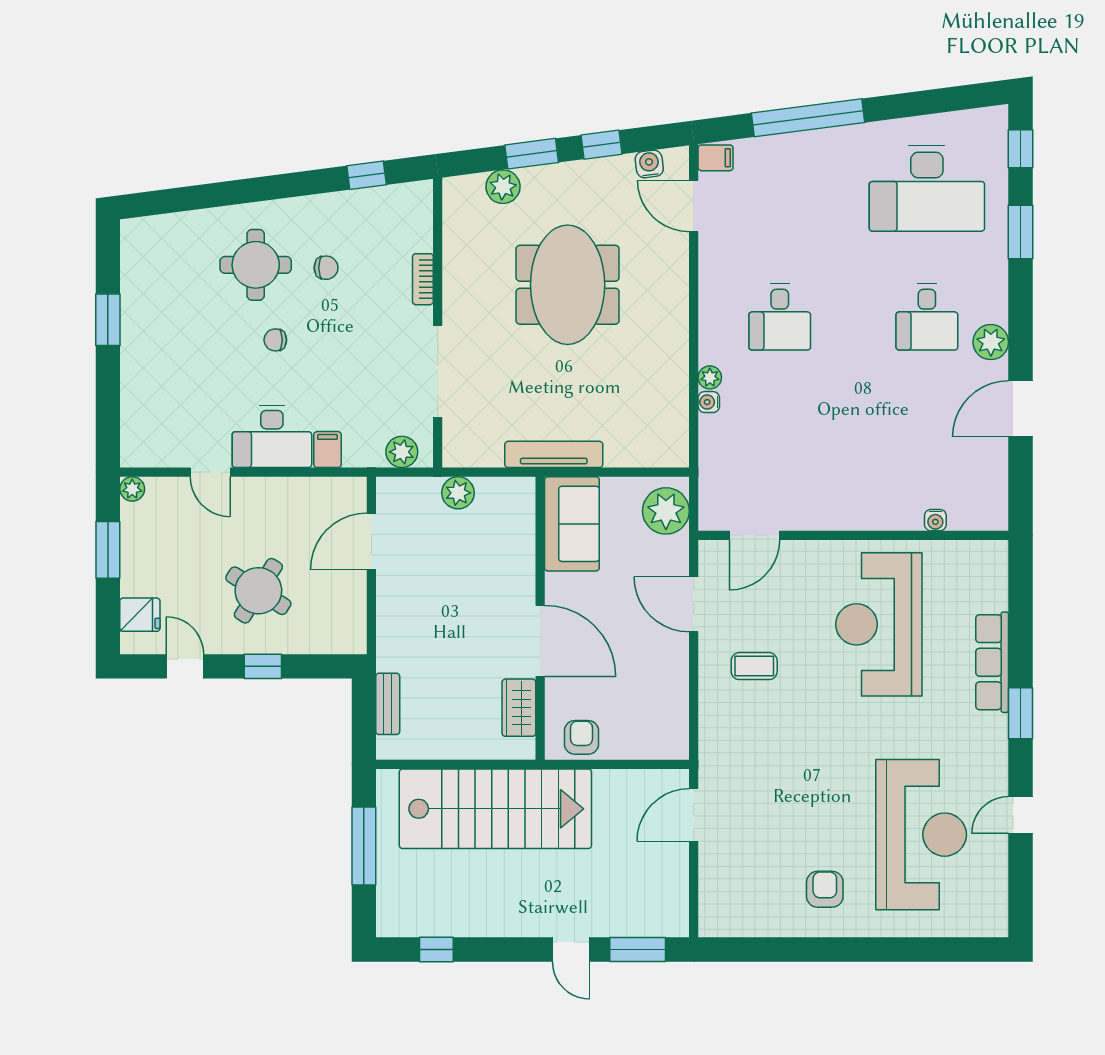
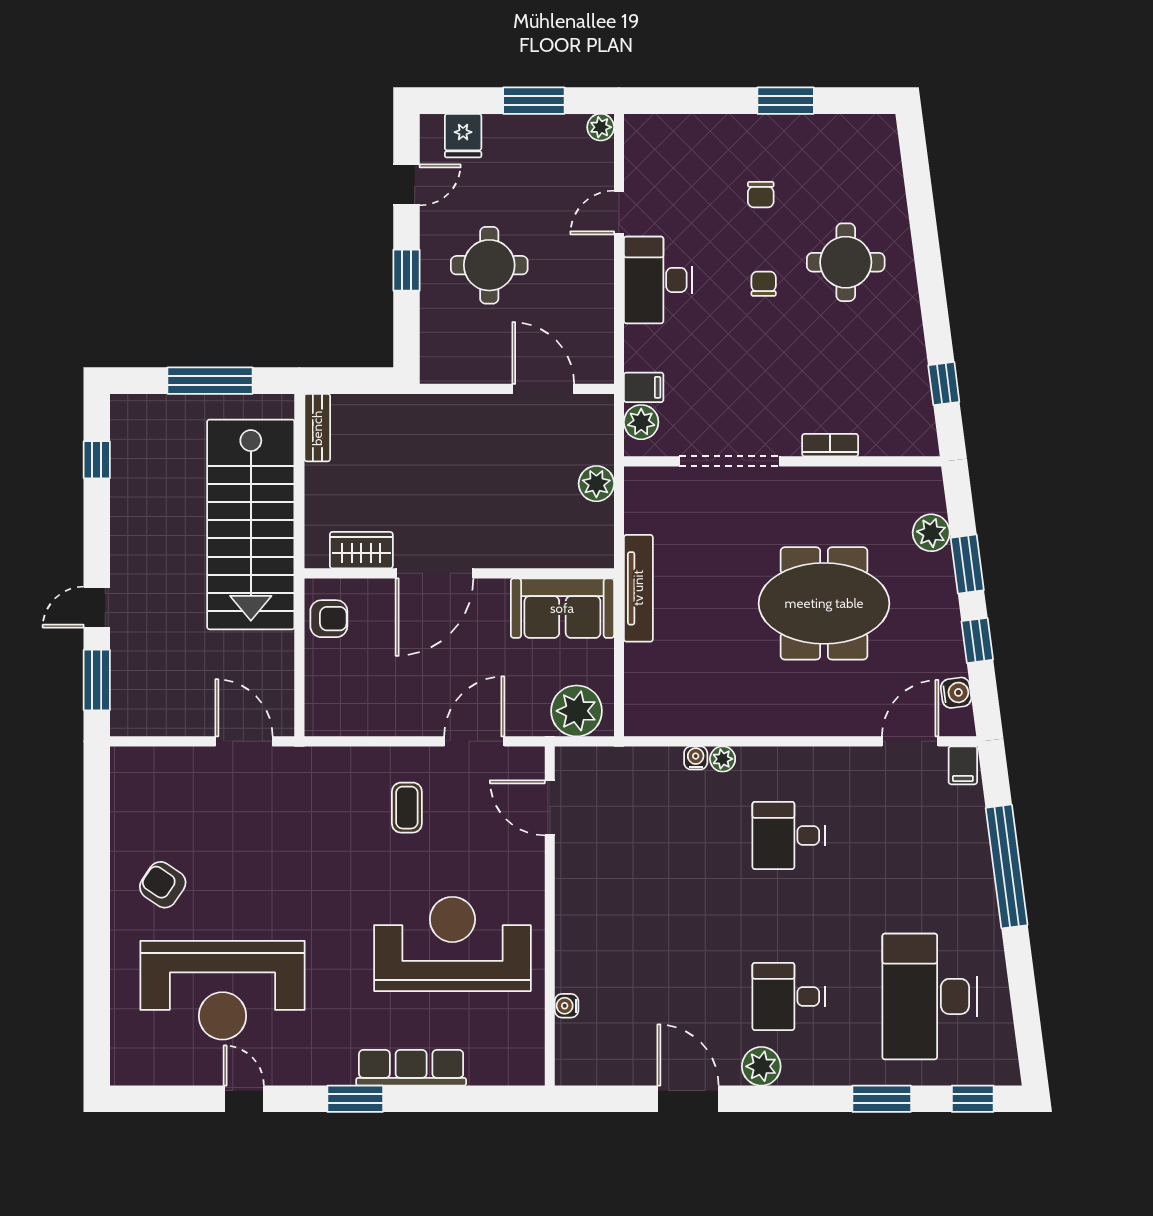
chair: (326, 268) -> (761, 195), moved
filing cabinet: (327, 450) -> (644, 387), moved
round table: (258, 591) -> (489, 265), turned -32
bench: (388, 704) -> (317, 428), moved, turned 90
armchair: (825, 889) -> (163, 885), turned -146

